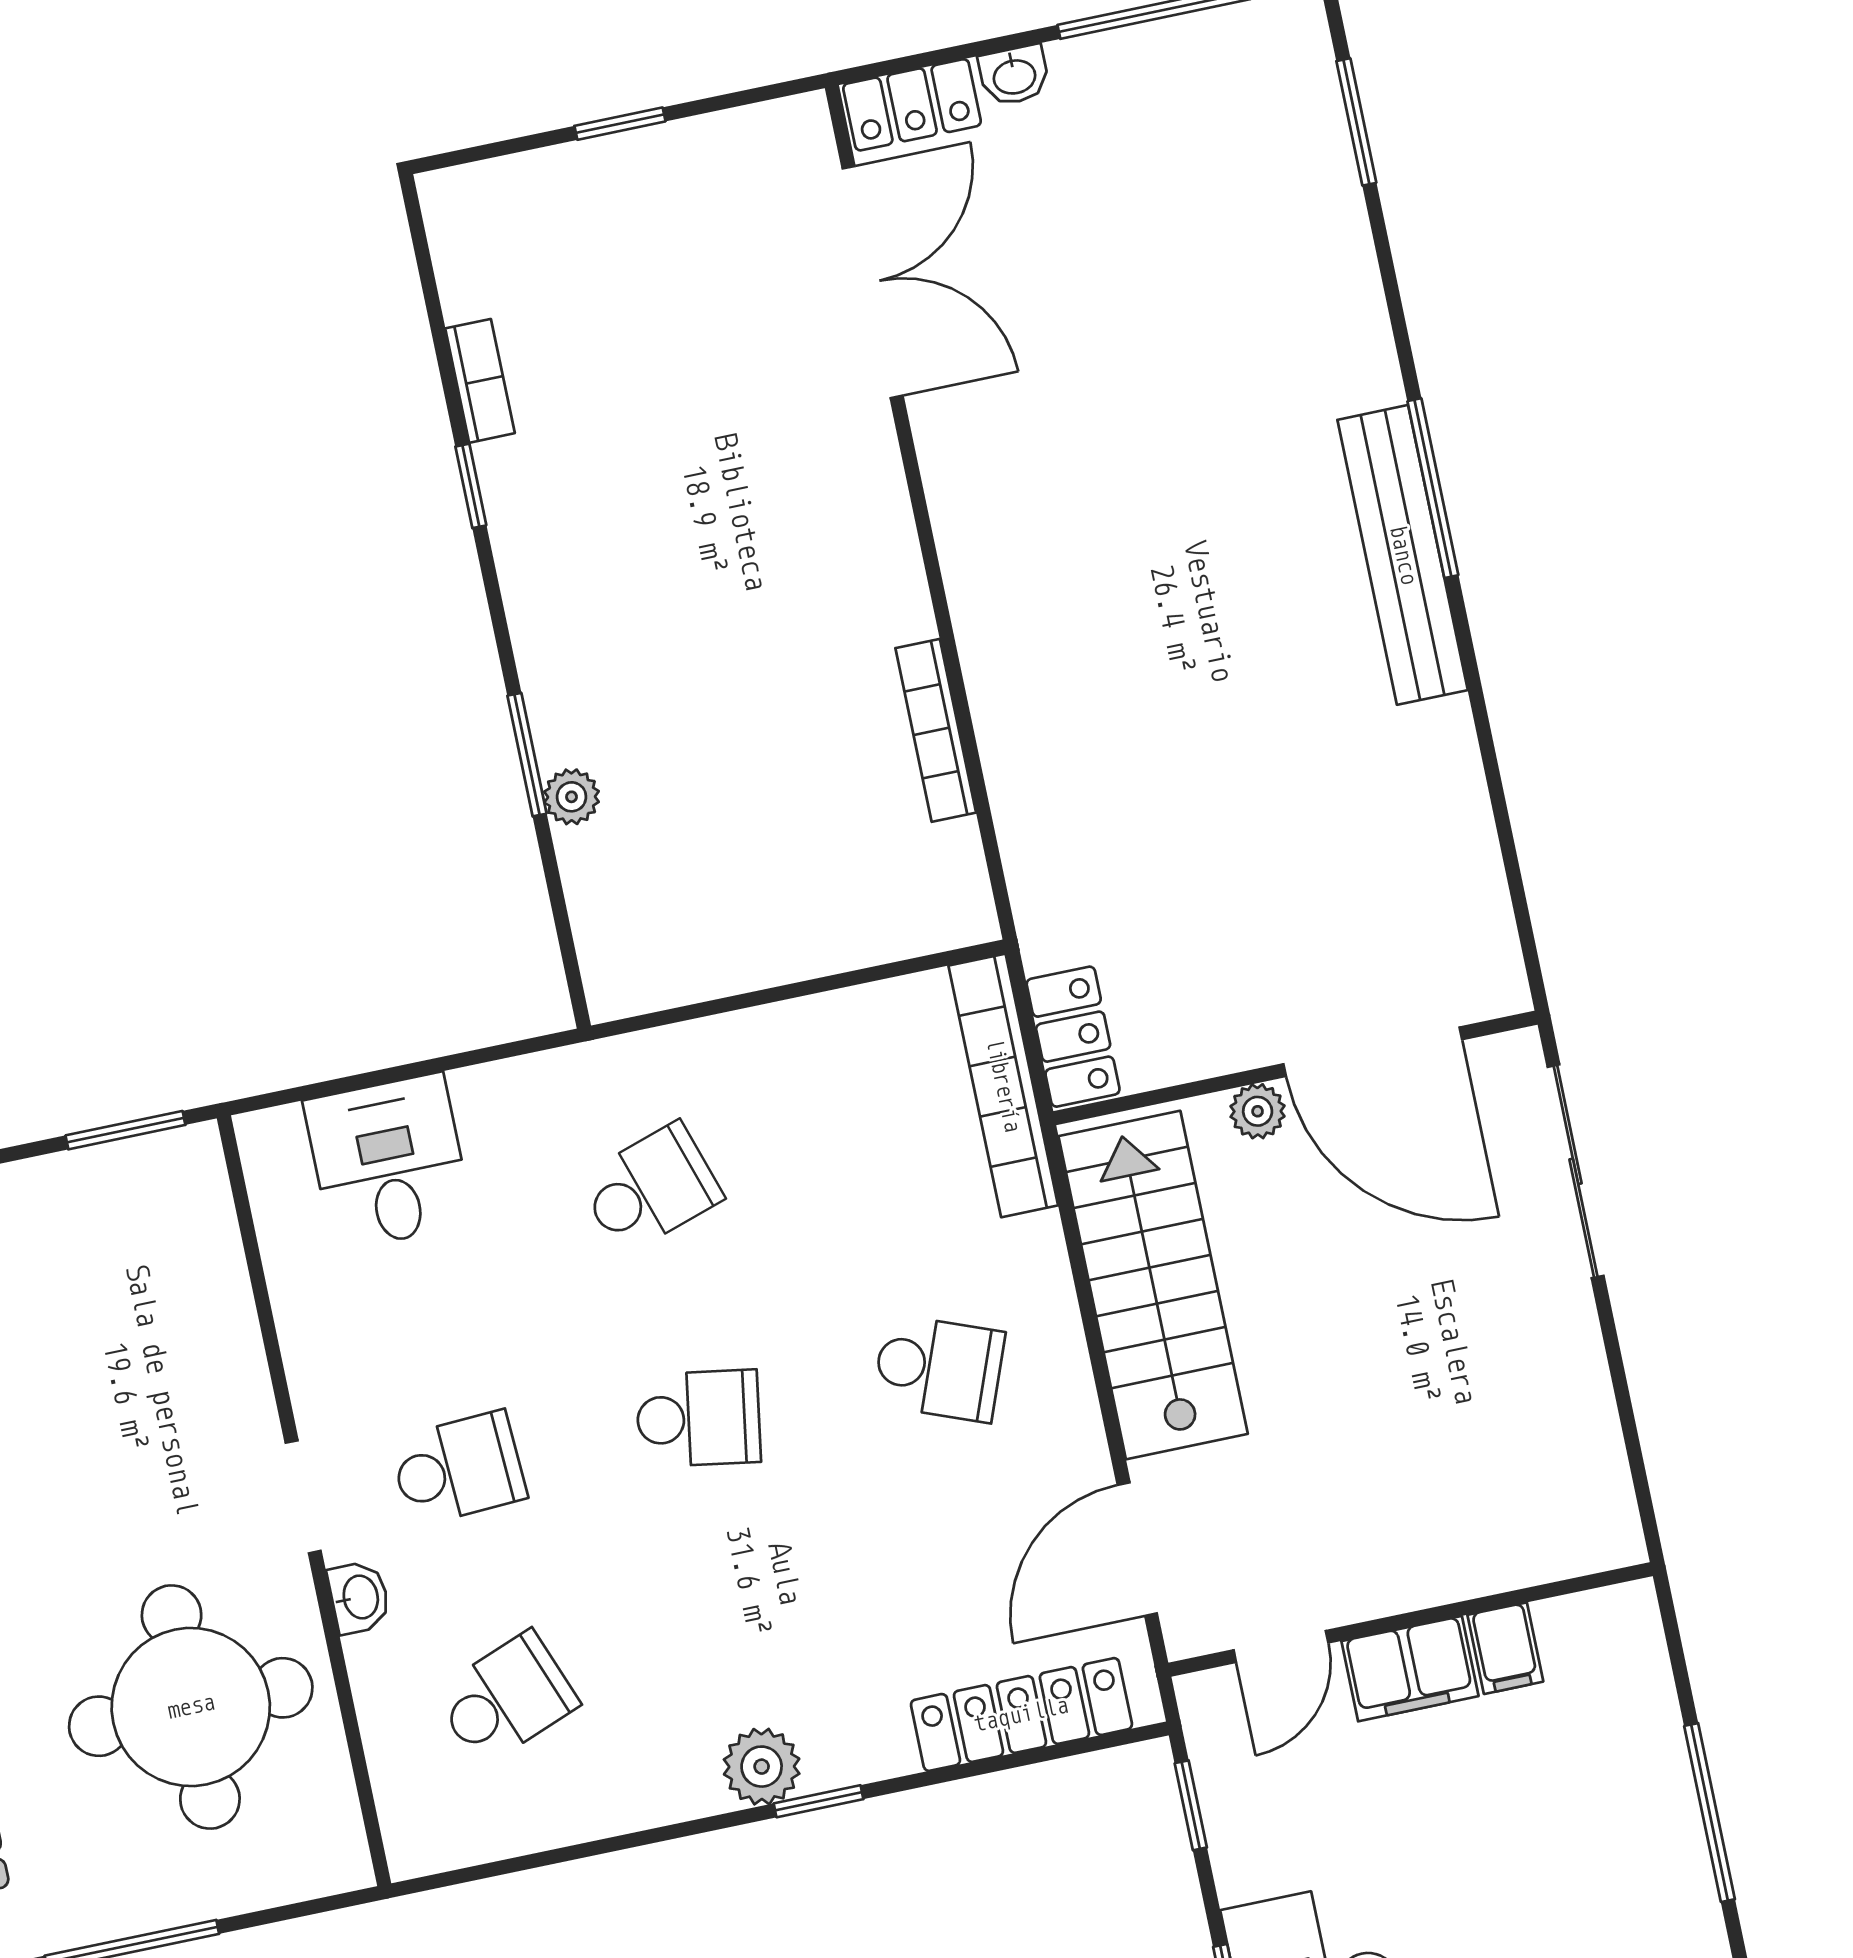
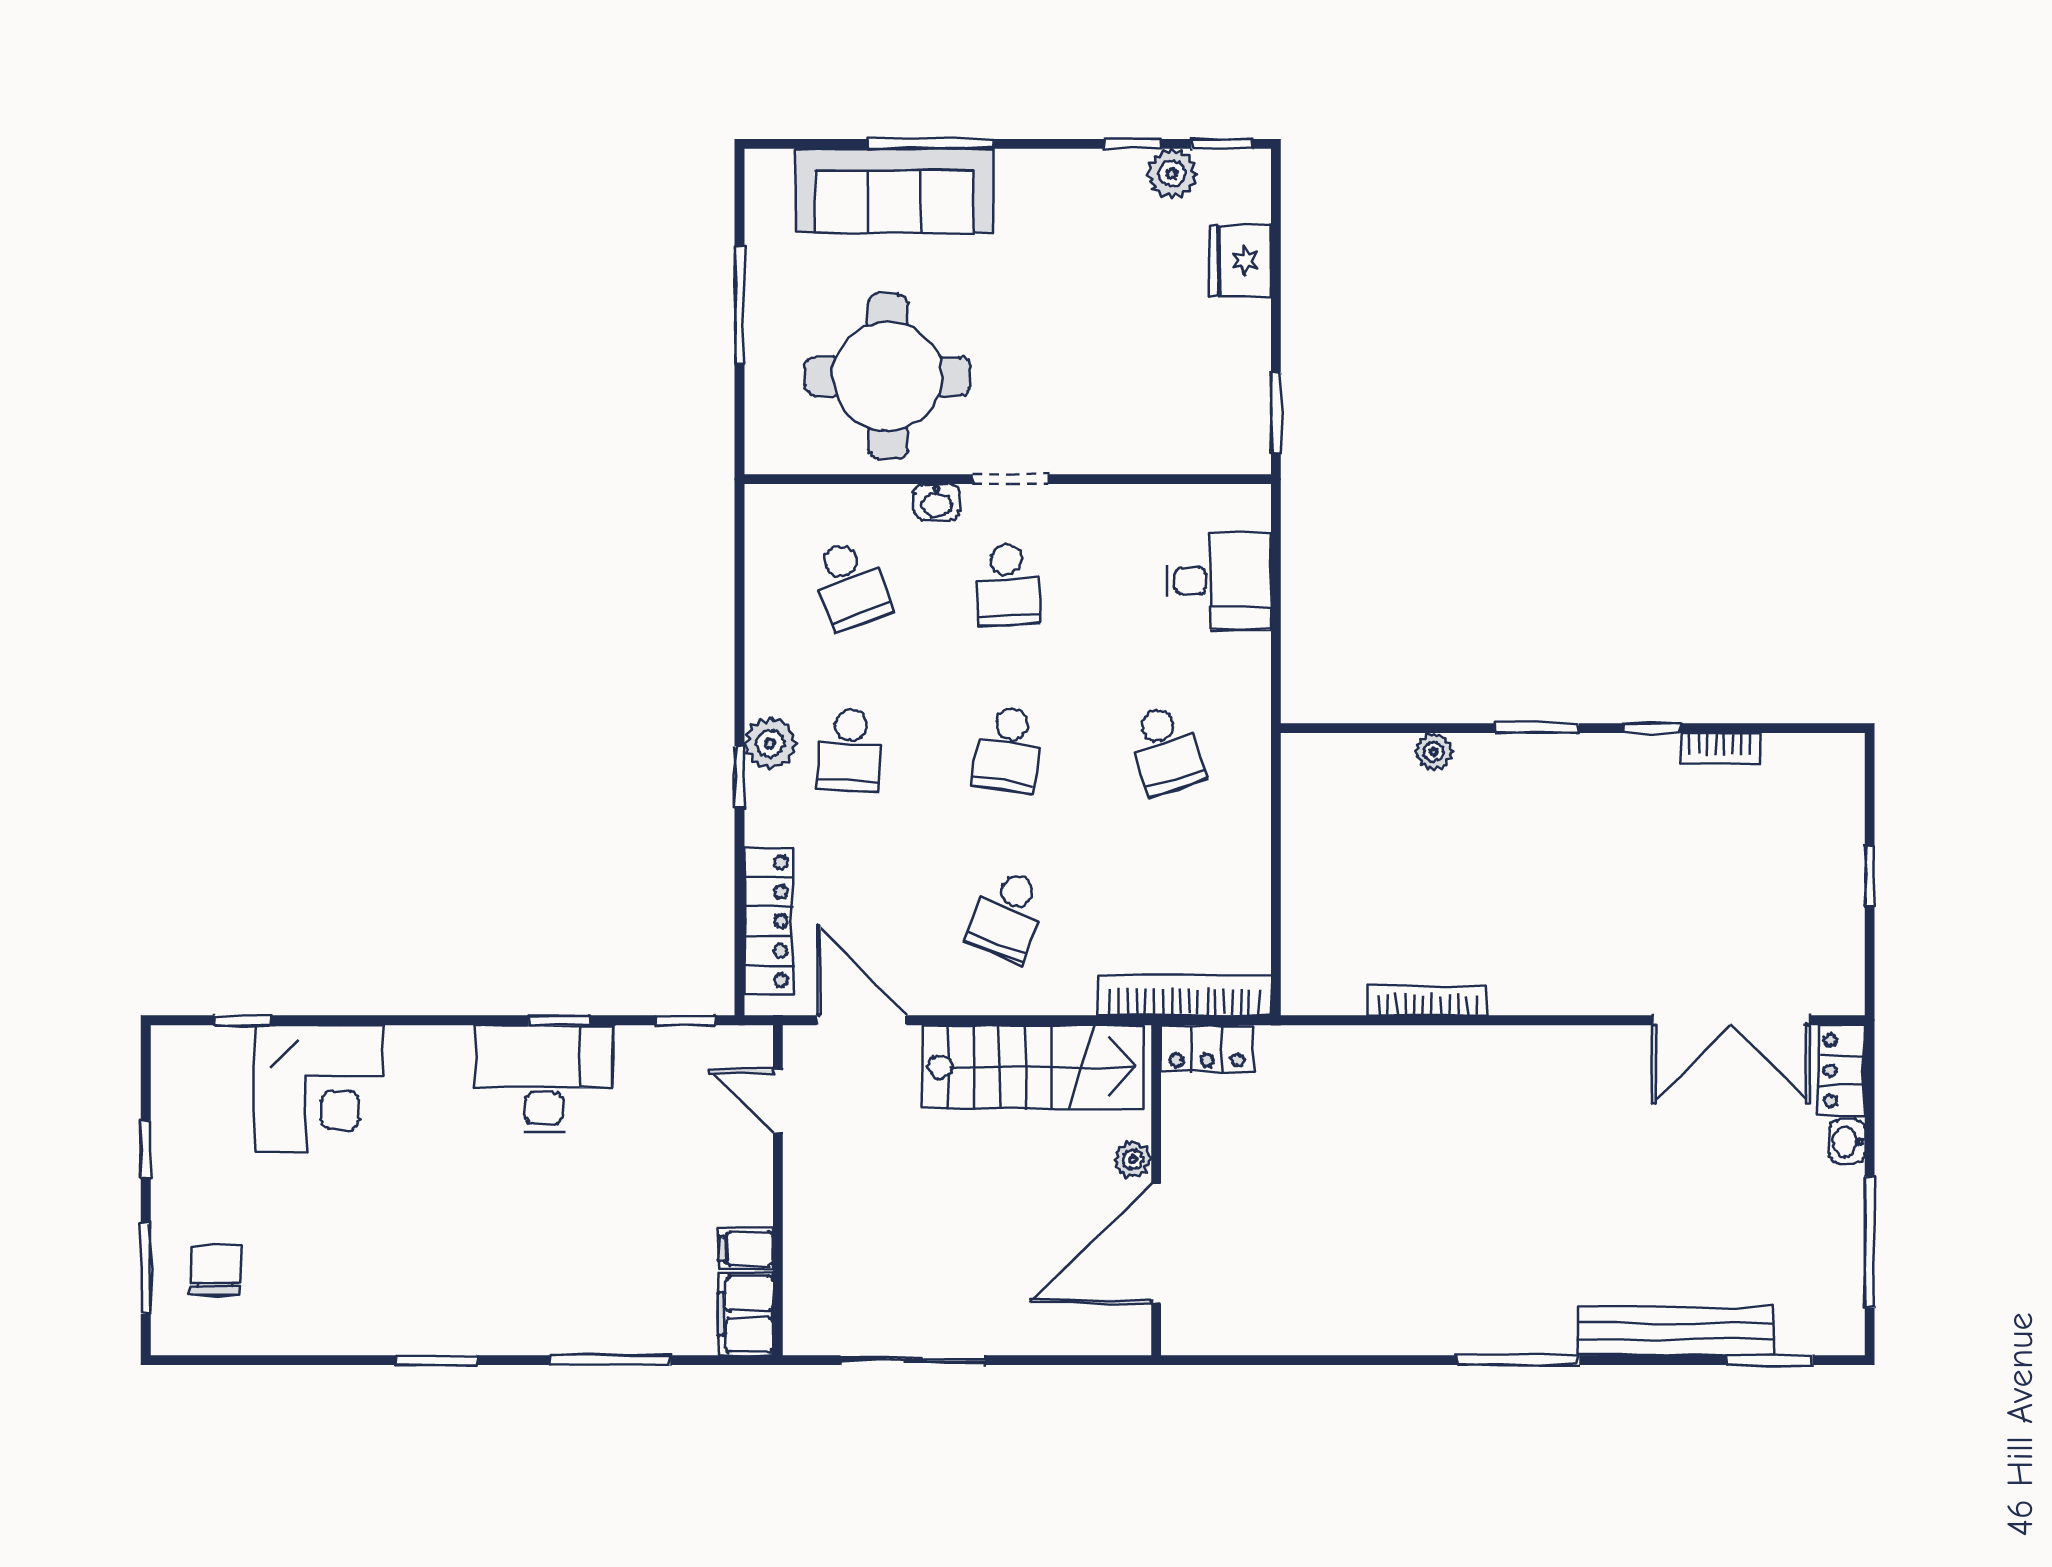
bench: (1403, 555) -> (1676, 1331), moved
window: (527, 755) -> (1537, 728), moved
sliding door: (1576, 1171) -> (913, 1360), moved
school desk: (746, 1648) -> (850, 750), added
filing cabinet: (1410, 1669) -> (746, 1314), moved

